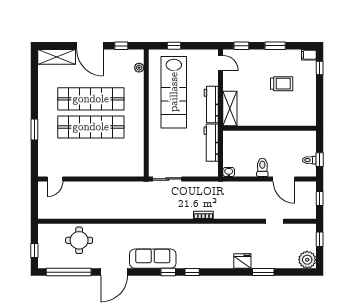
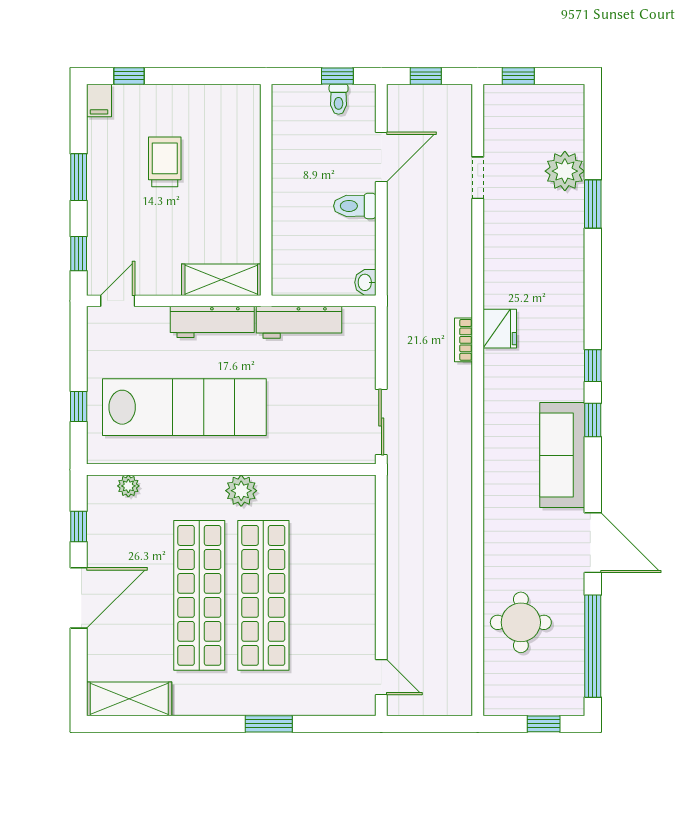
shelving: (57, 57) -> (129, 699), moved, turned 90
plant: (137, 117) -> (241, 491), added
plant: (307, 260) -> (565, 171), moved
fridge: (242, 261) -> (500, 329), moved, turned 180

